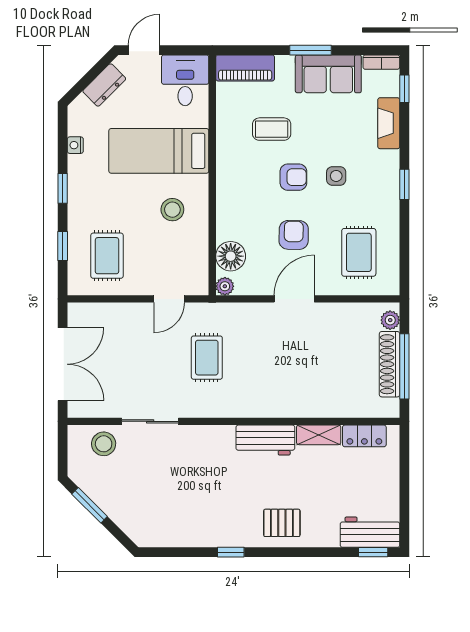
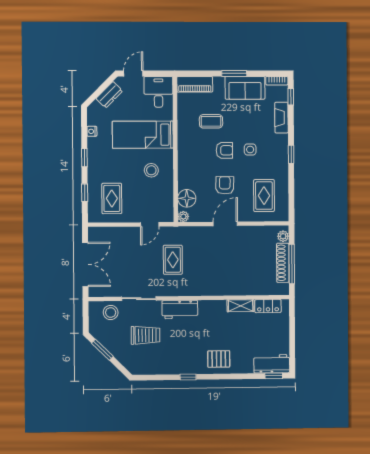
workbench: (265, 440) -> (180, 309), moved
trolley: (161, 482) -> (145, 335), added

